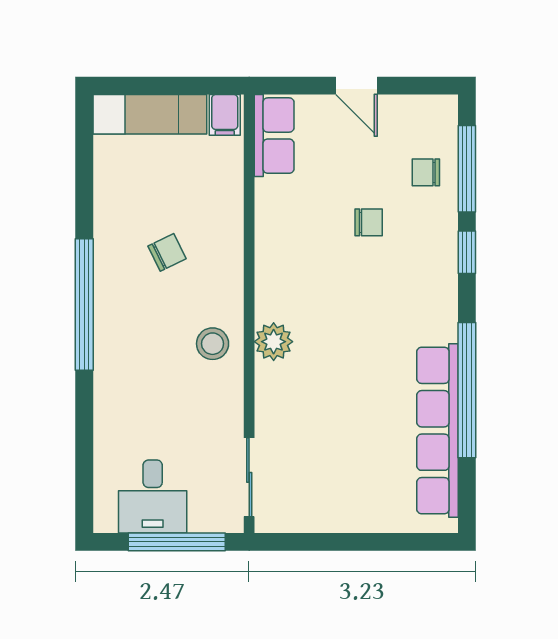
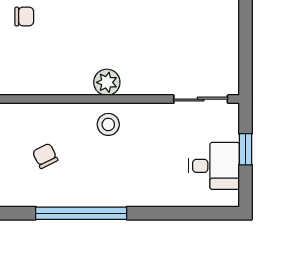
chair: (369, 222) -> (24, 16), turned 90
window: (177, 542) -> (245, 149), width x0.46

